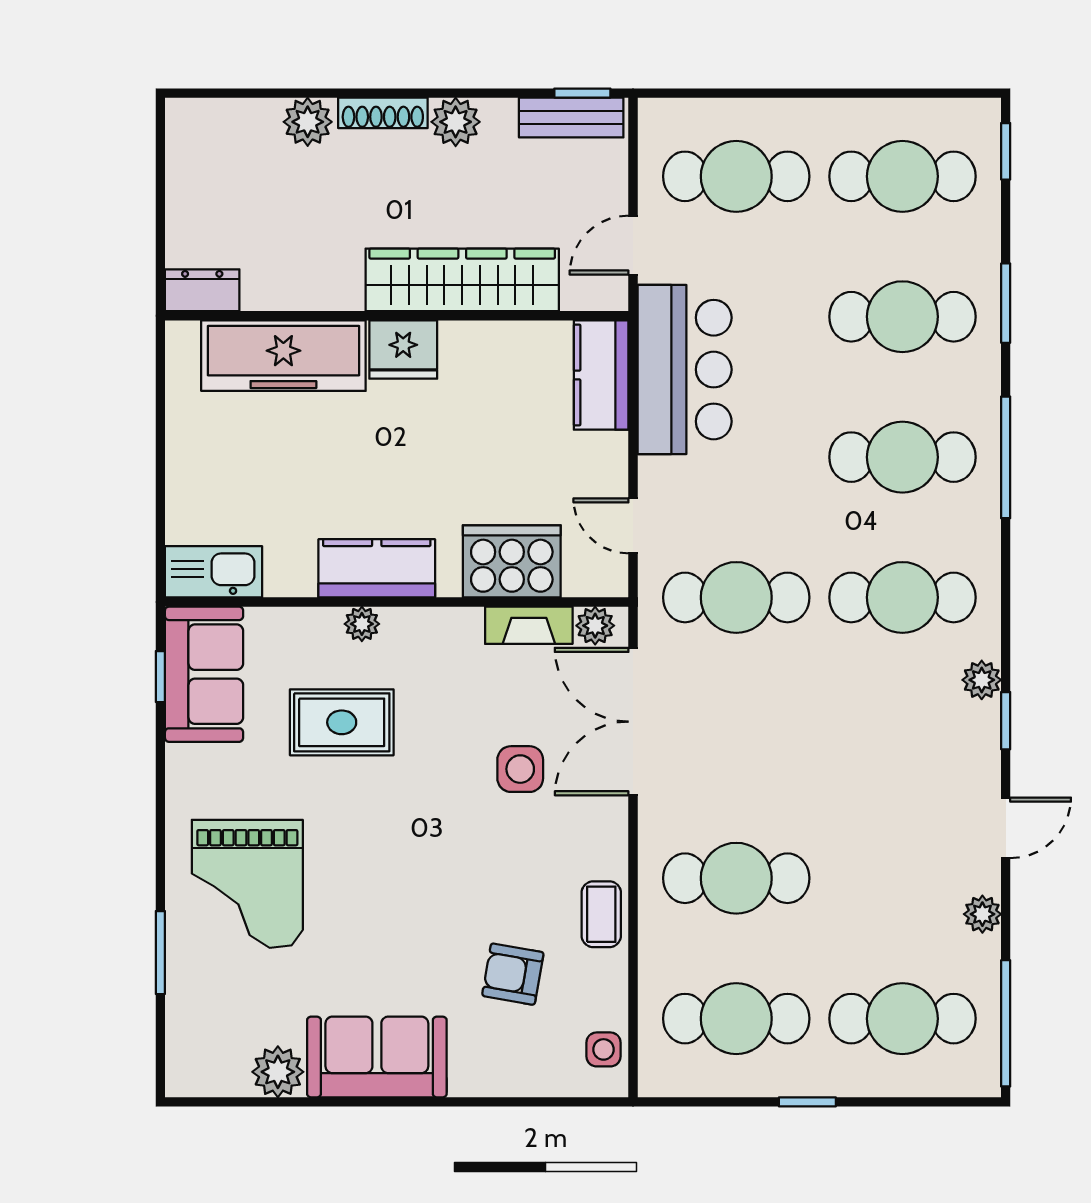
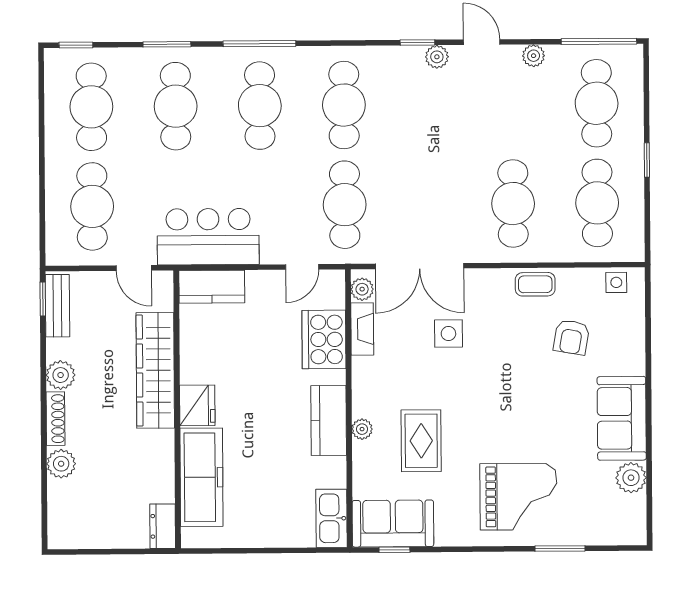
plant: (982, 680) -> (437, 57), moved

